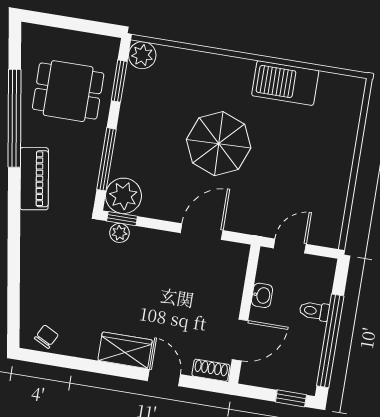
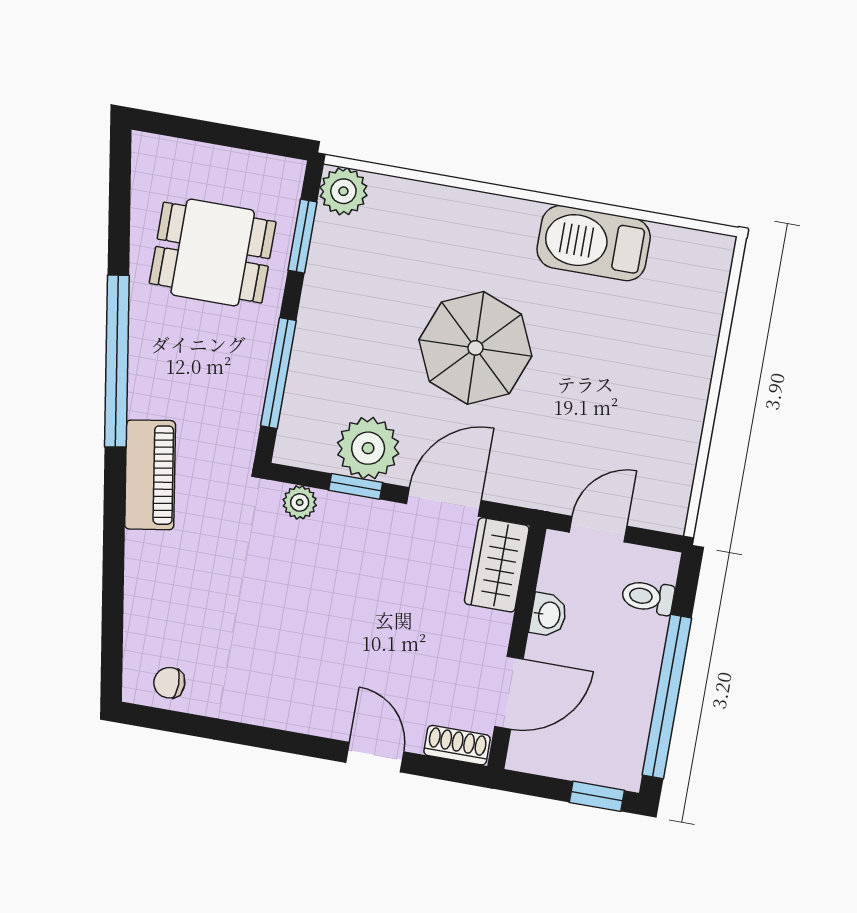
window: (14, 118) -> (117, 361), moved
piano: (34, 179) -> (150, 475), moved
plant: (123, 196) -> (368, 448), moved
window: (122, 219) -> (356, 486), moved
toilet: (314, 311) -> (648, 597), moved
chair: (46, 337) -> (169, 683), turned -117
wardrobe: (125, 350) -> (497, 565), moved, turned -90

